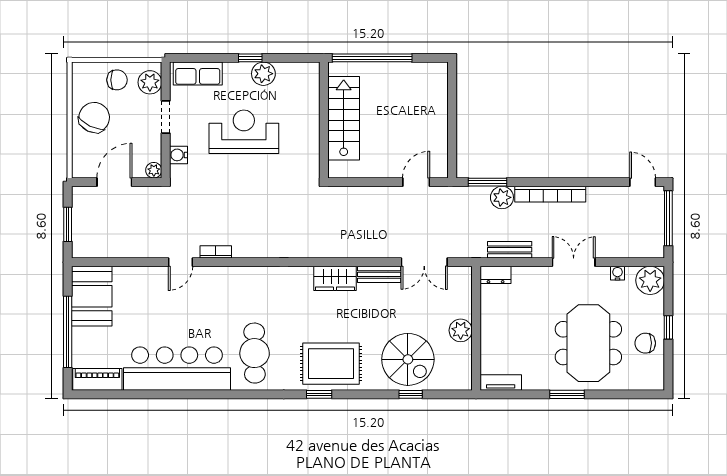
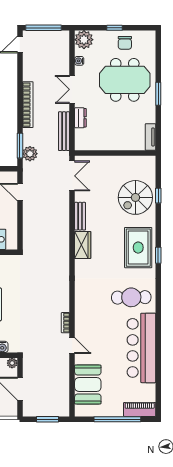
plant: (502, 197) -> (30, 154), moved
bench: (510, 250) -> (64, 131), width x1.36
double door: (424, 262) -> (72, 176), moved
dresser: (496, 275) -> (80, 118), moved
booth: (92, 296) -> (88, 384), moved, turned 90
plant: (461, 330) -> (117, 163), removed
spiral stairs: (408, 359) -> (135, 197), turned 180
piano: (97, 379) -> (140, 409), moved, turned 90

